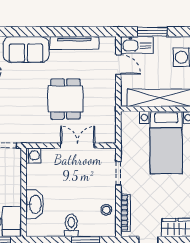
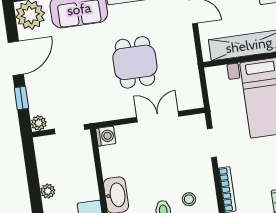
stool: (106, 210) -> (189, 199), moved

